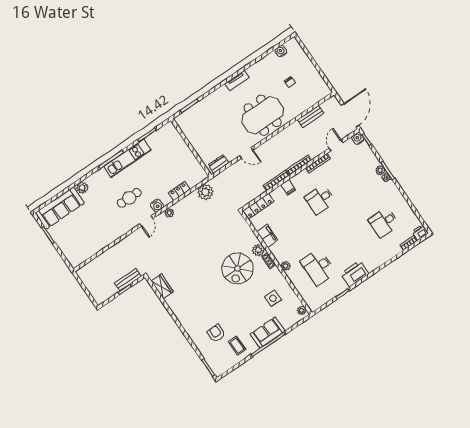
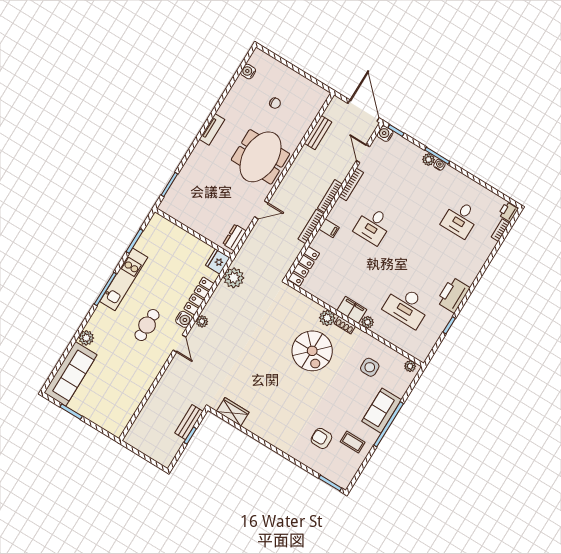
fridge: (199, 175) -> (218, 261), added
locker: (179, 191) -> (199, 296), width x1.53
filing cabinet: (267, 236) -> (352, 310), moved

